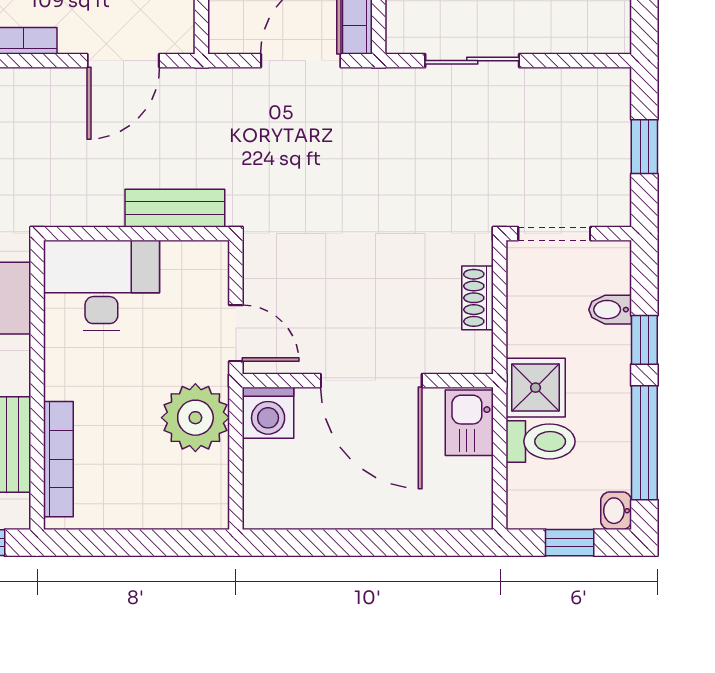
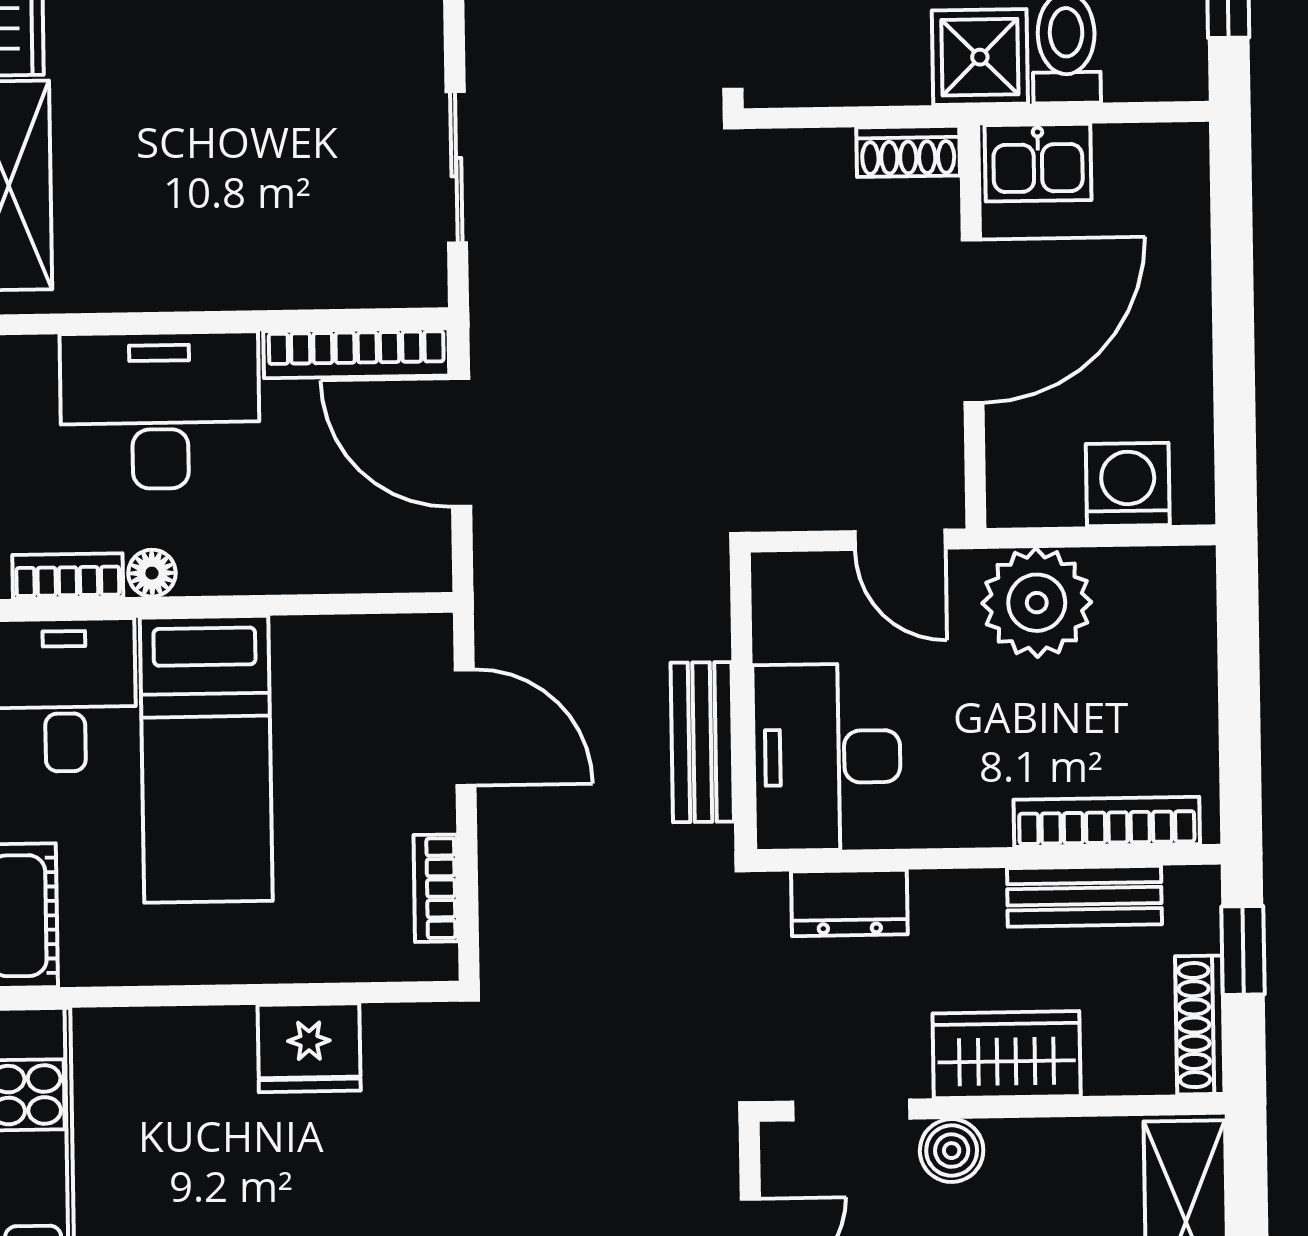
bench: (175, 208) -> (702, 742), moved
shoe rack: (478, 298) -> (908, 151), moved
door: (236, 333) -> (900, 540), swing flipped
washing machine: (268, 413) -> (1128, 485), moved, turned -90

